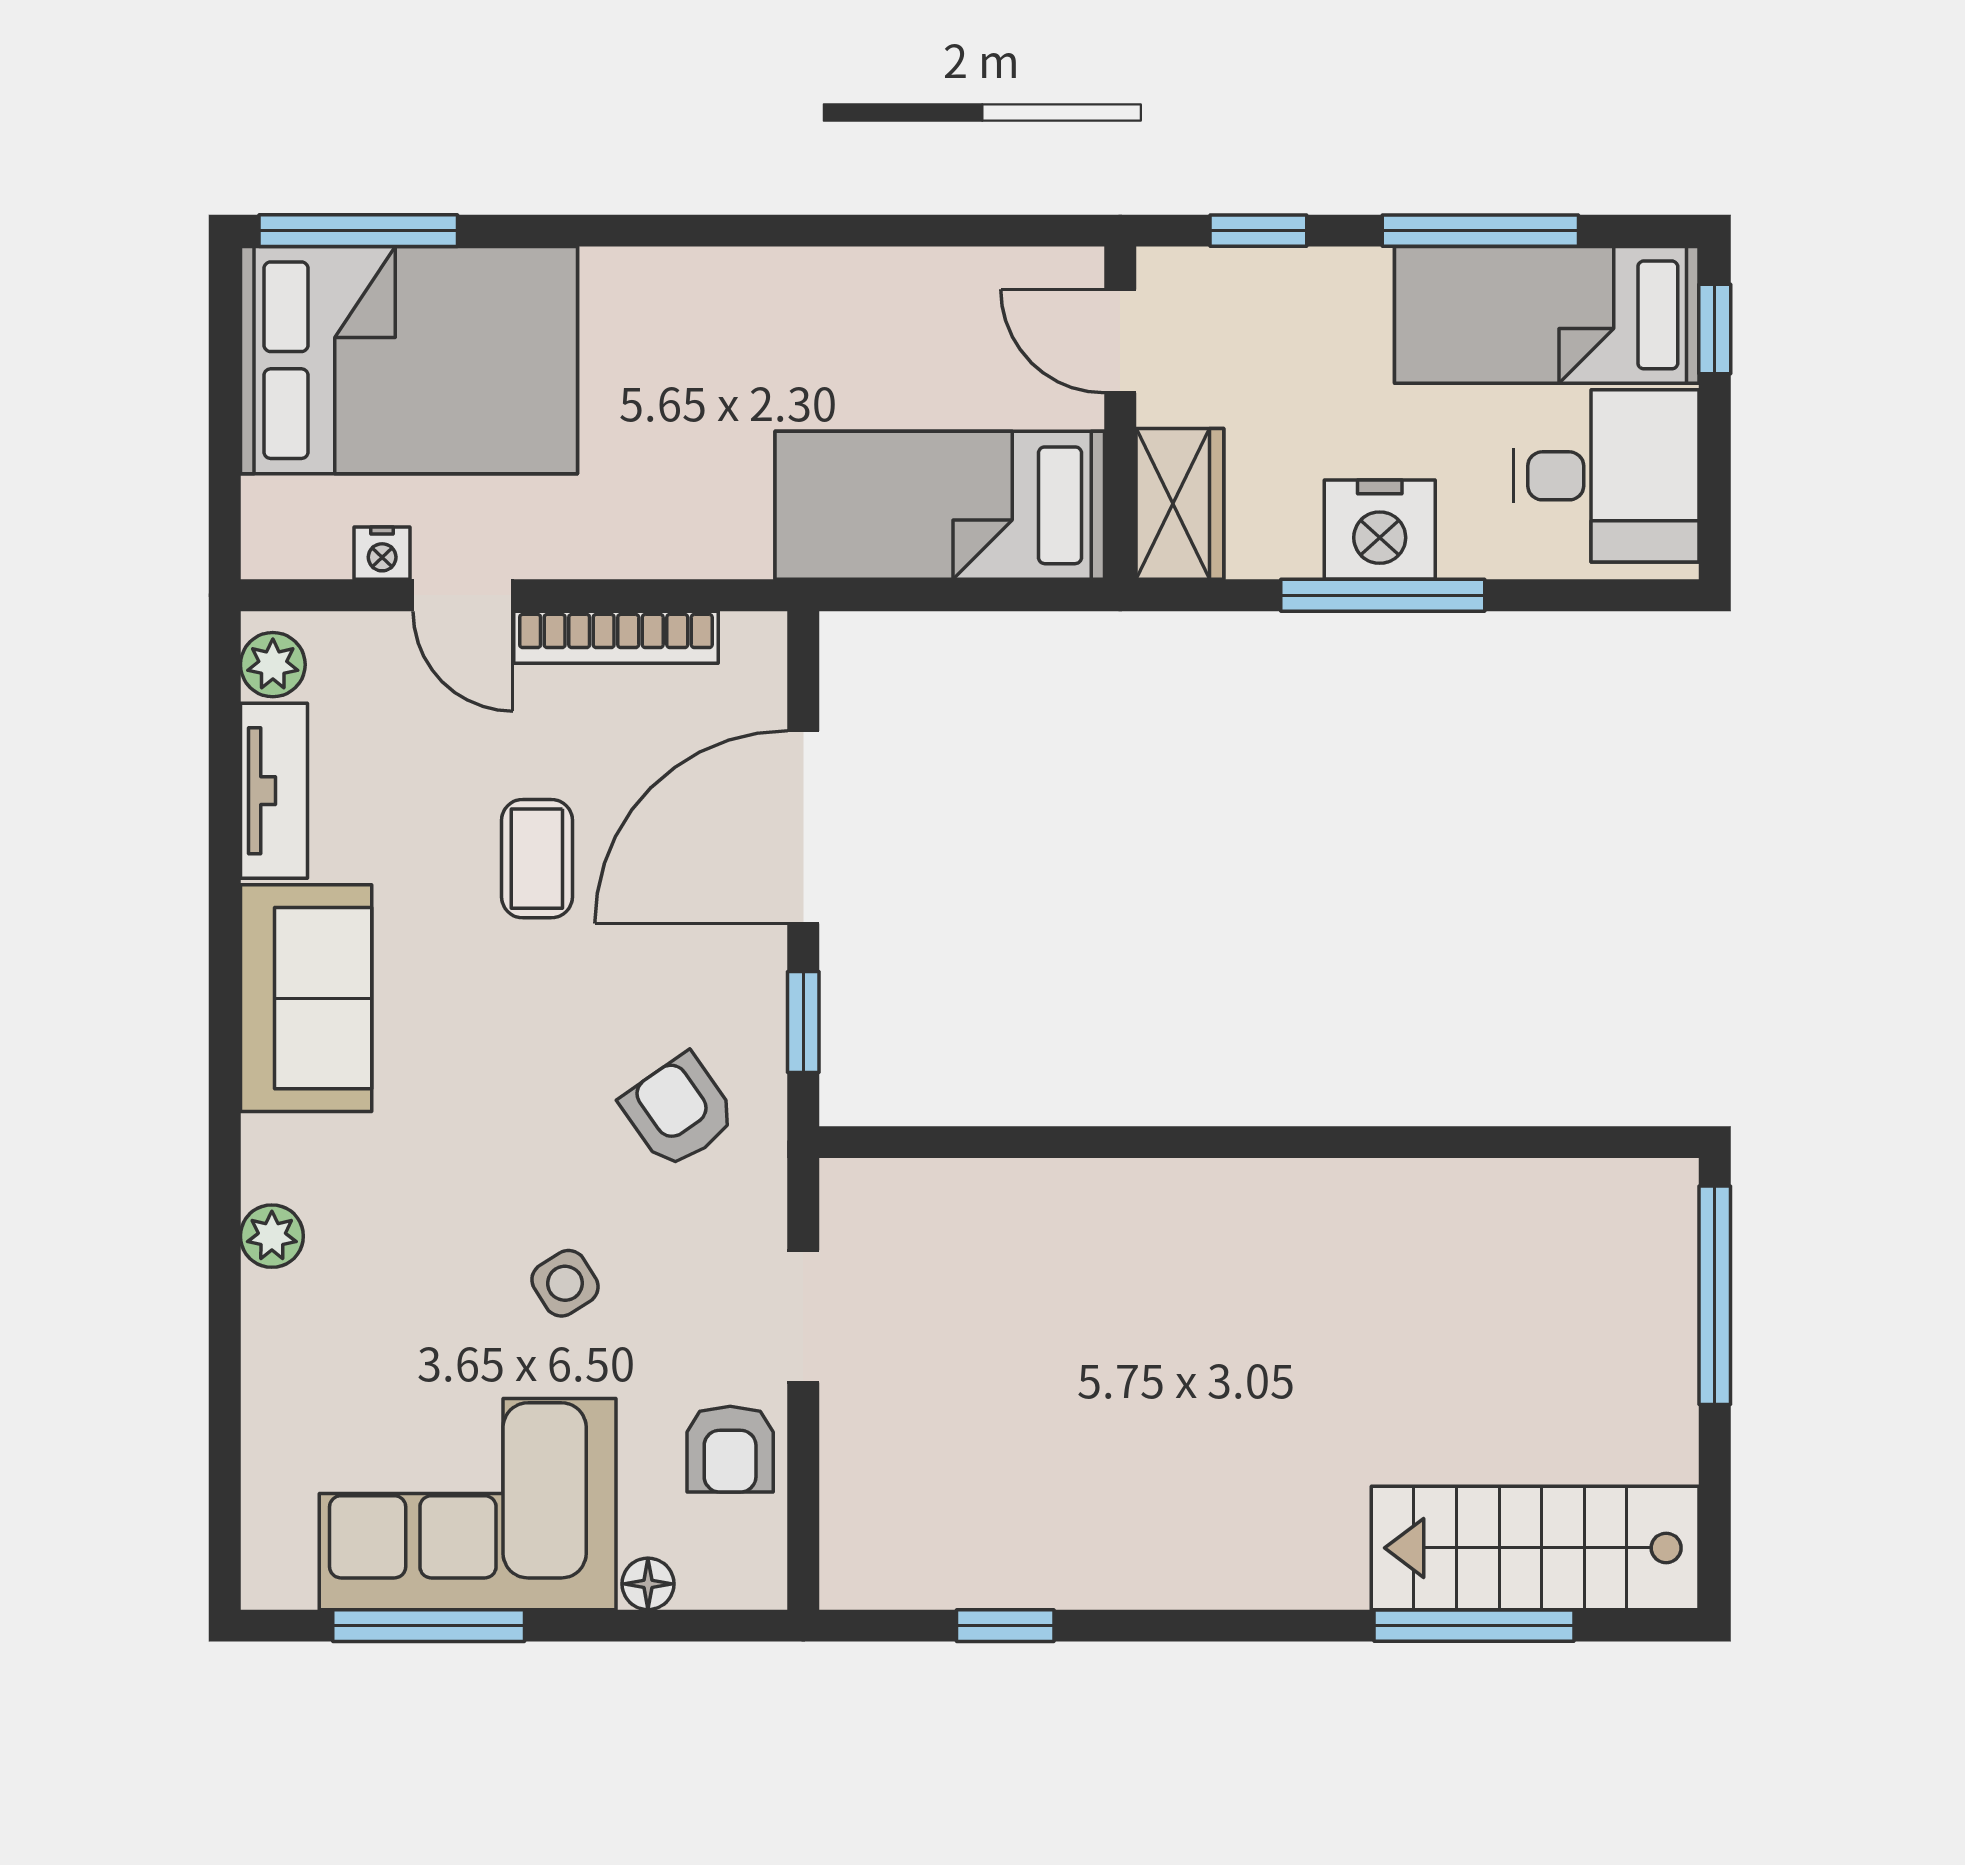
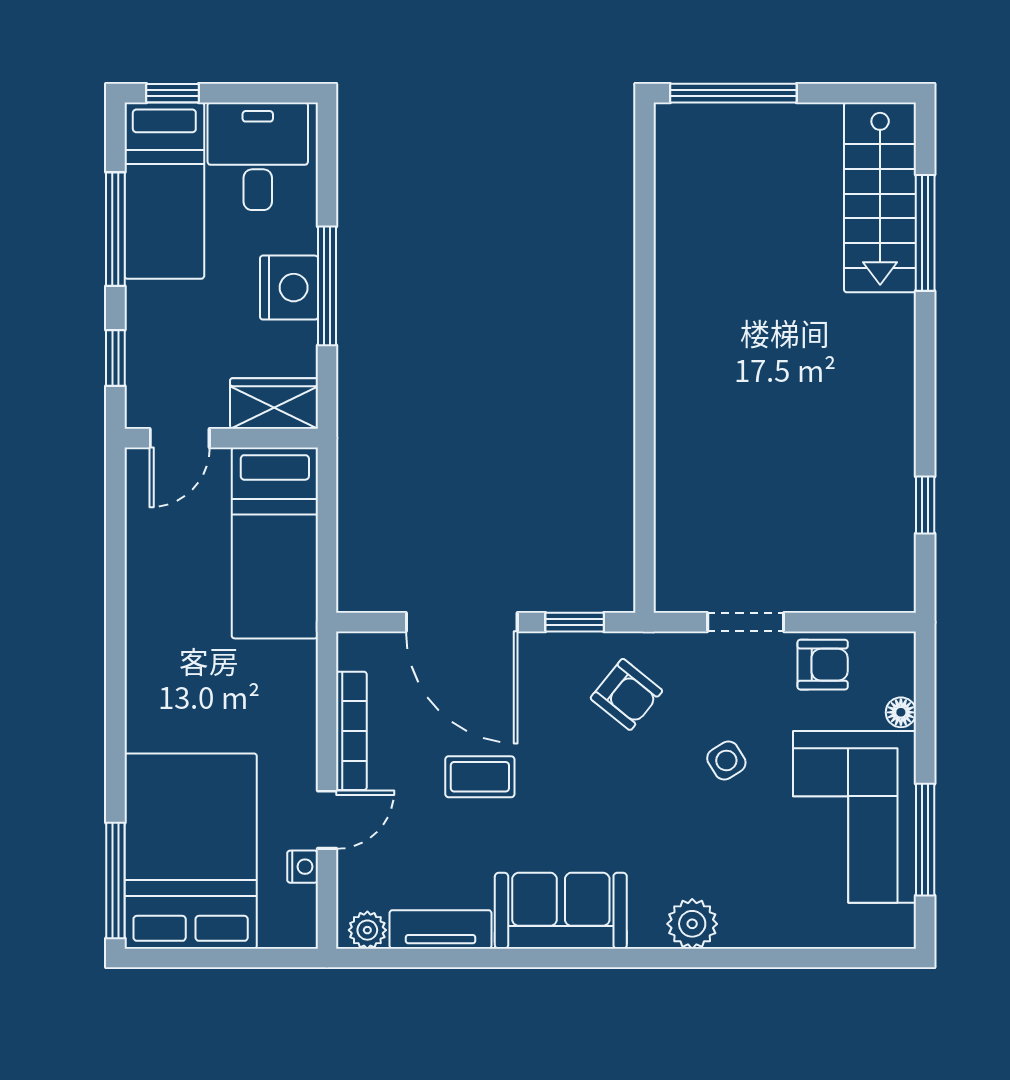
armchair: (679, 1111) -> (626, 694), turned -106
plant: (272, 1236) -> (692, 924), width x1.38, depth x1.38

